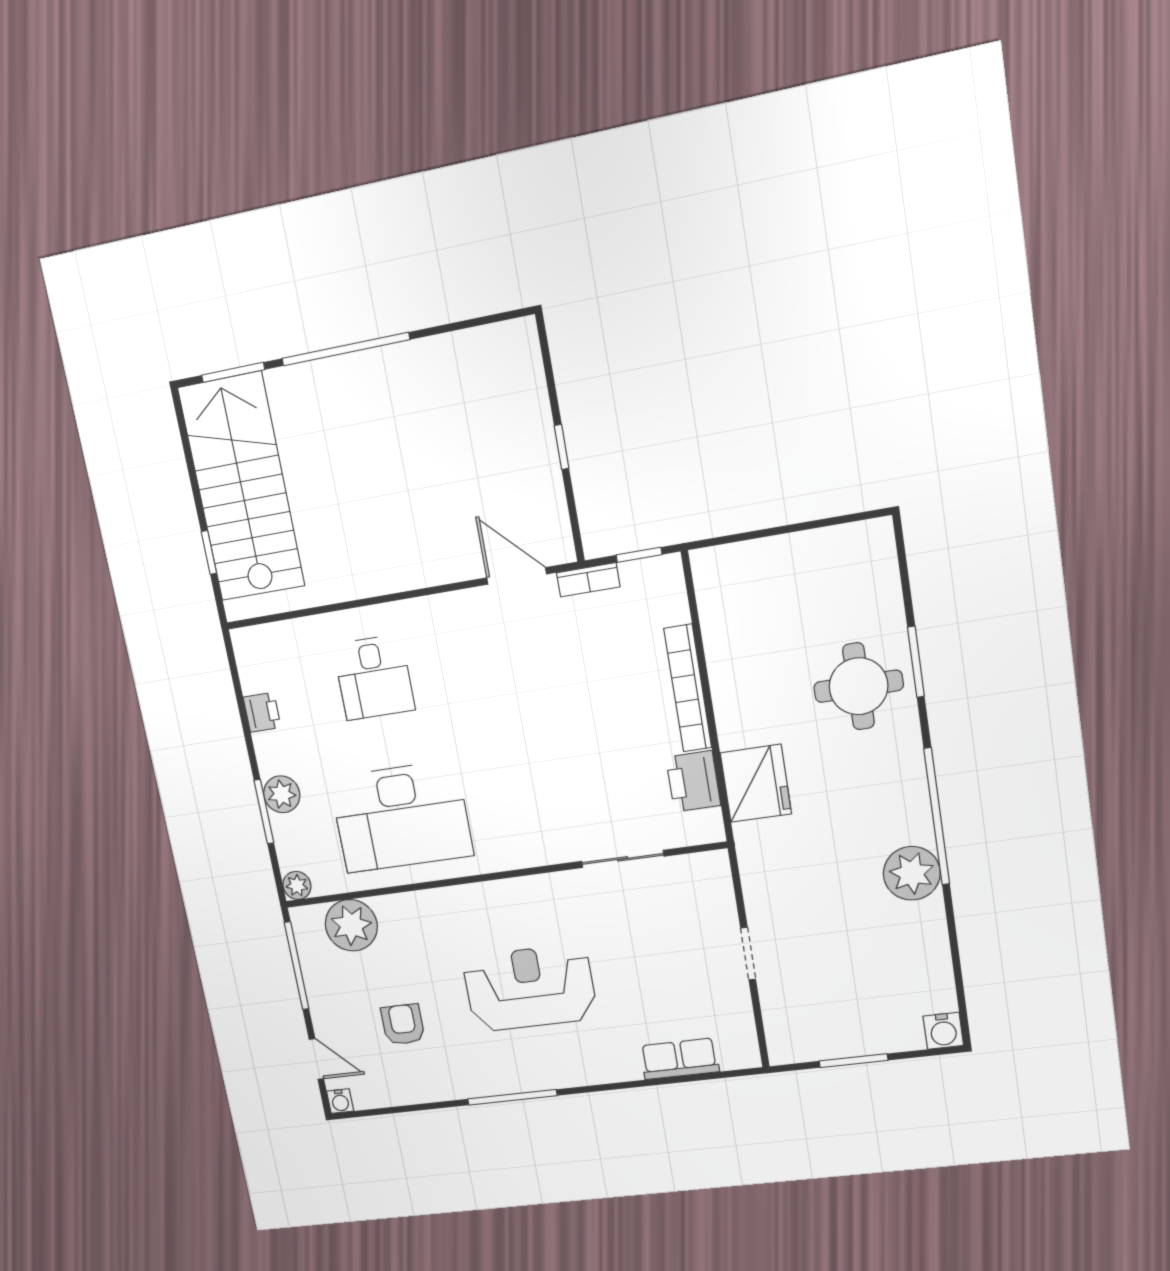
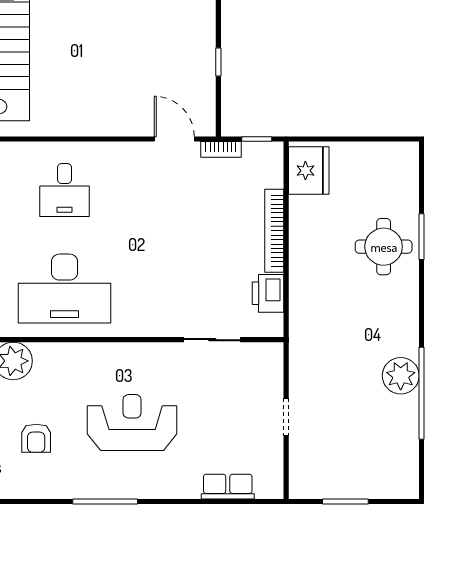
fridge: (756, 783) -> (309, 171), moved
window: (937, 816) -> (421, 393), moved
armchair: (403, 1024) -> (36, 438), turned 180
water cooler: (943, 1031) -> (407, 487), removed

